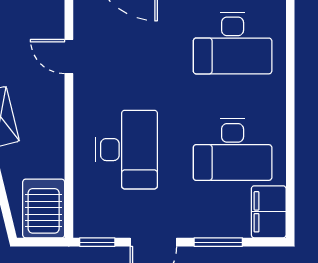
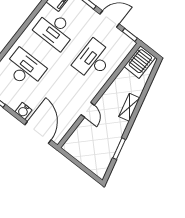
desk: (233, 150) -> (55, 30), turned 180

